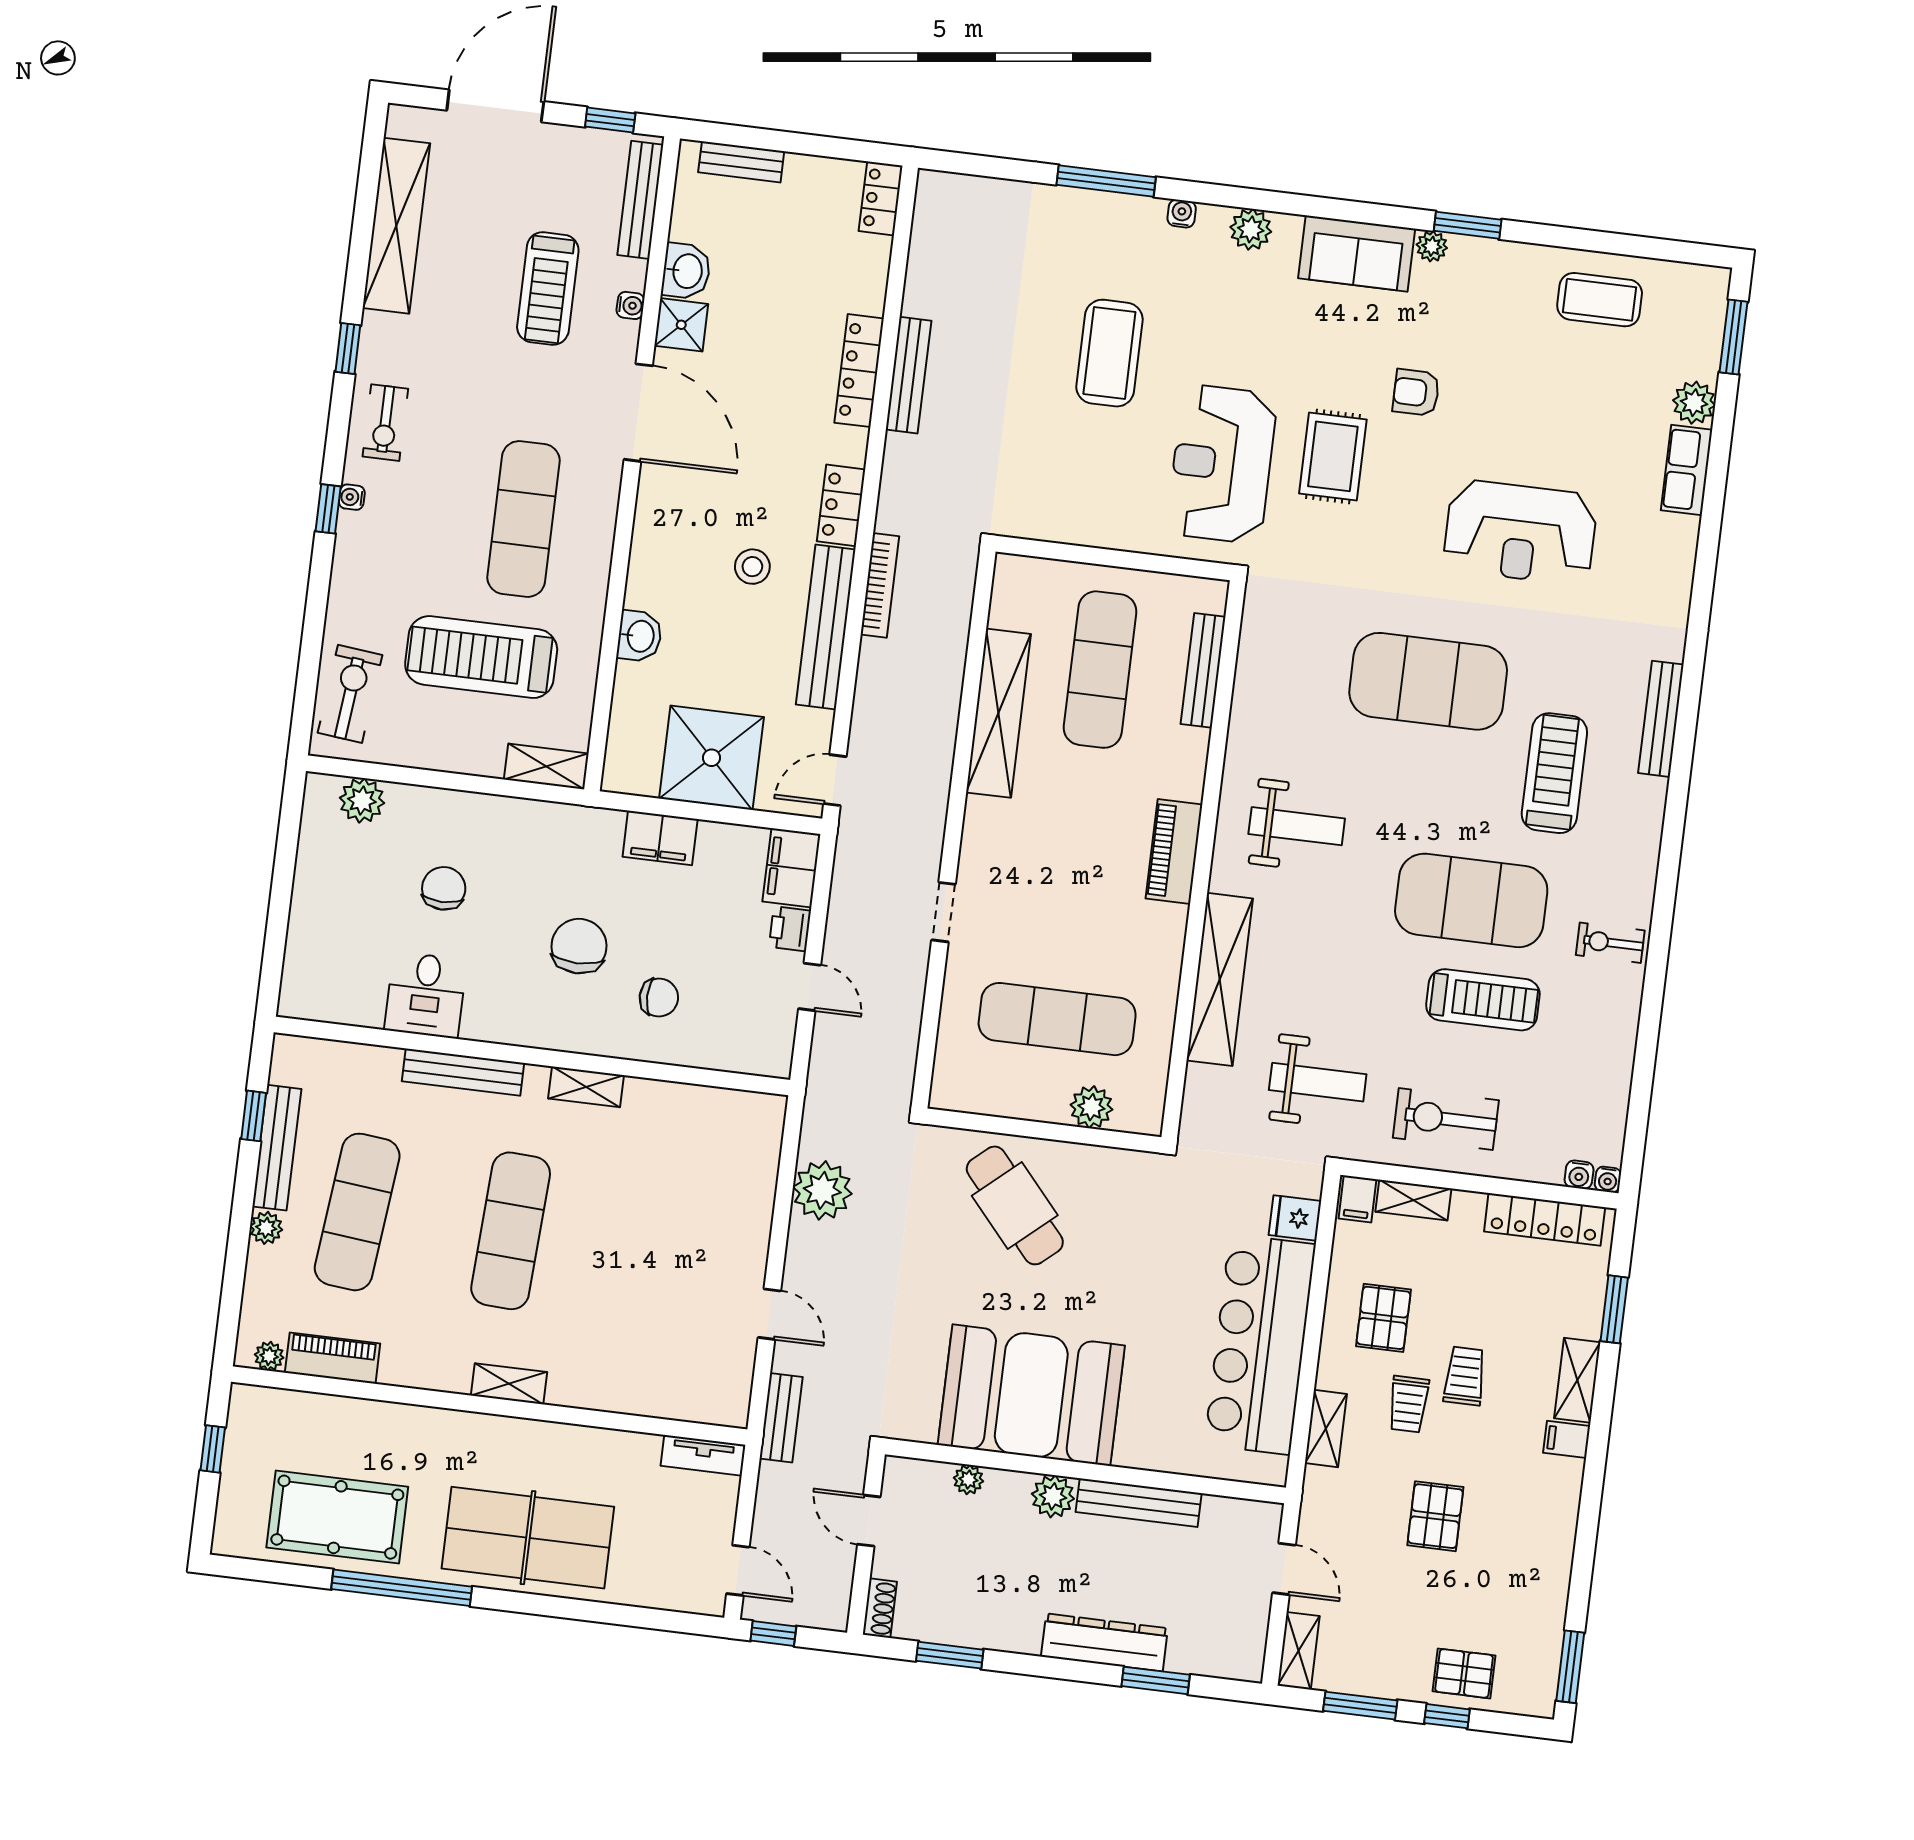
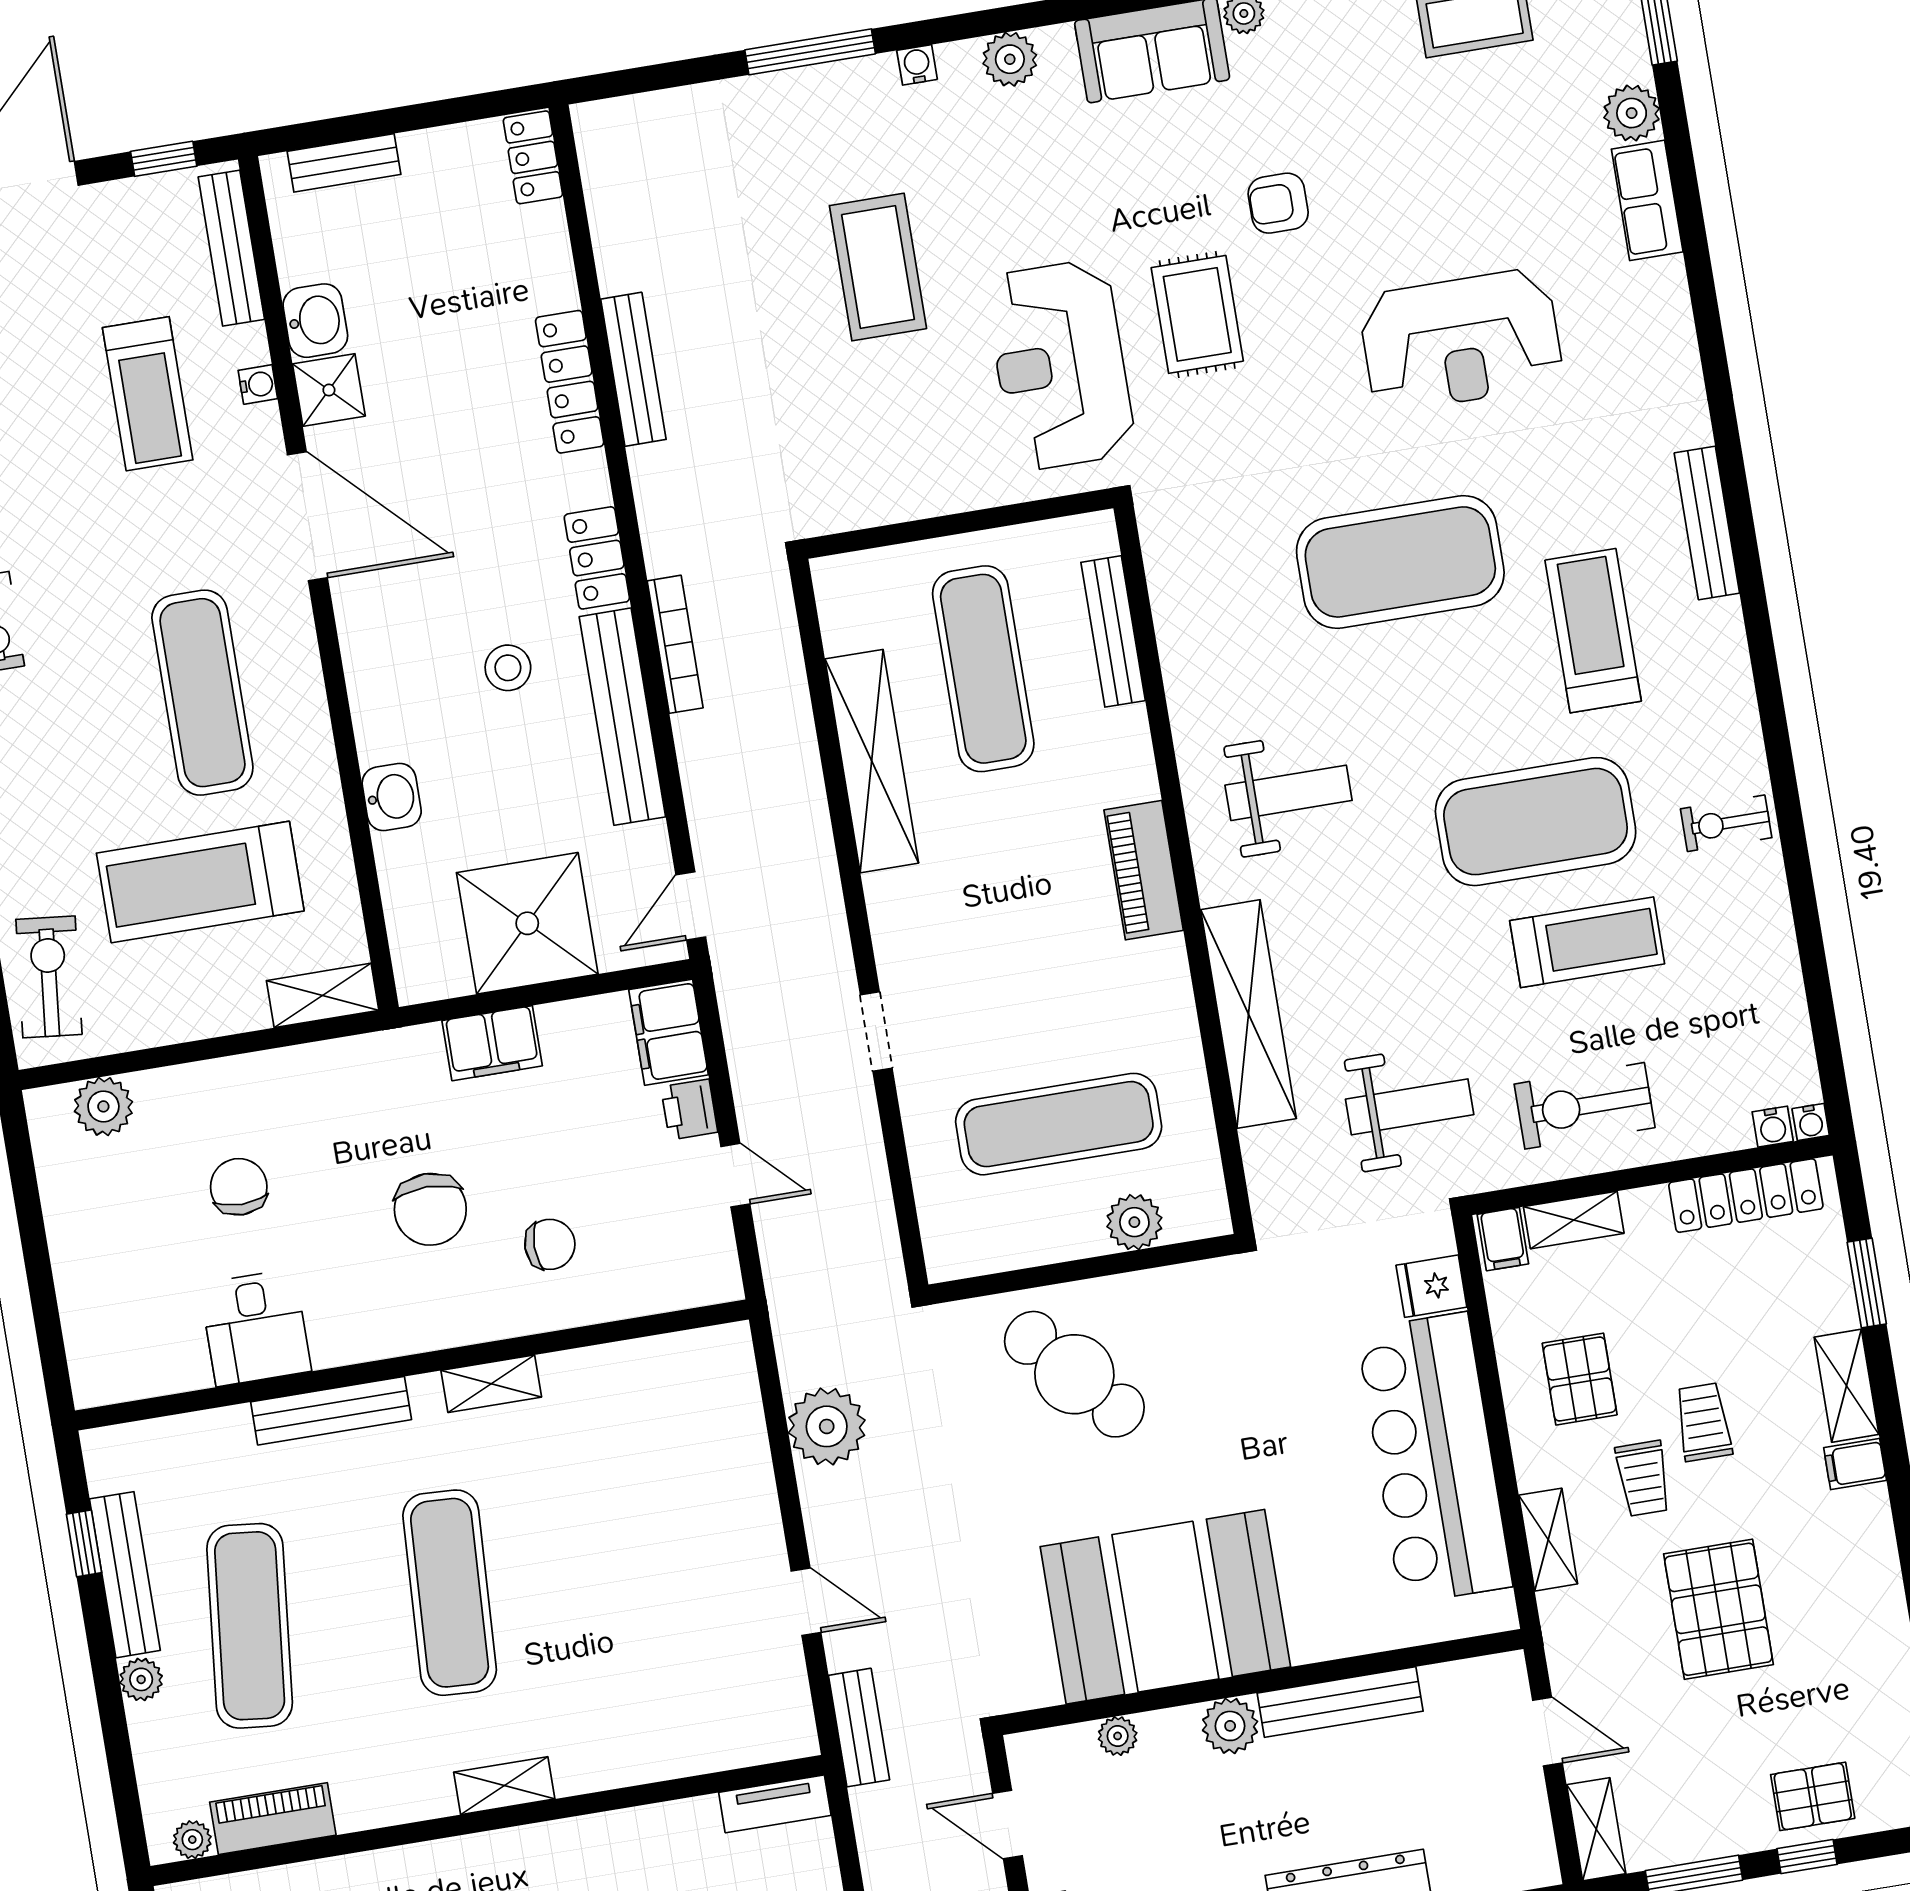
chair: (579, 946) -> (430, 1209), turned 180
pallet: (1435, 1516) -> (1718, 1609), width x1.50, depth x1.42

